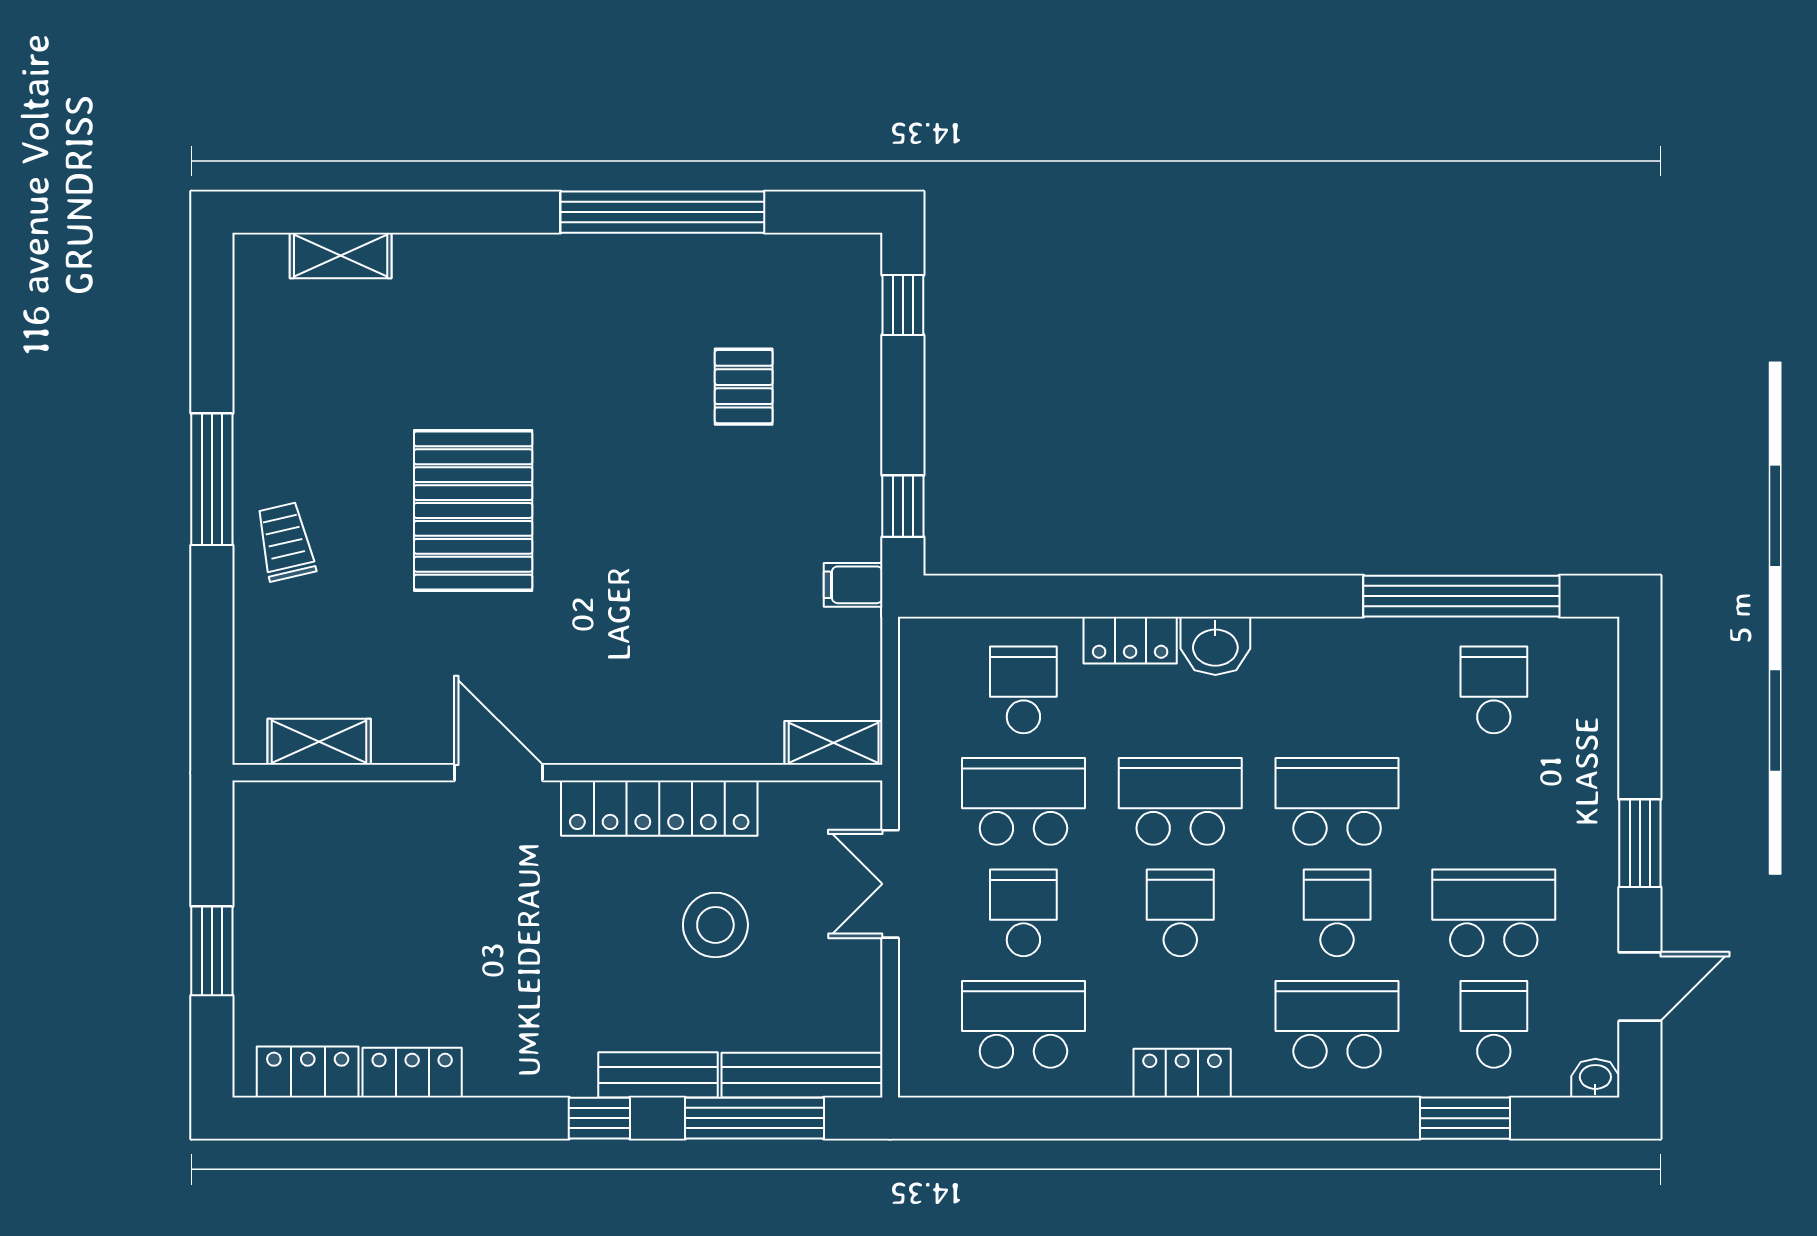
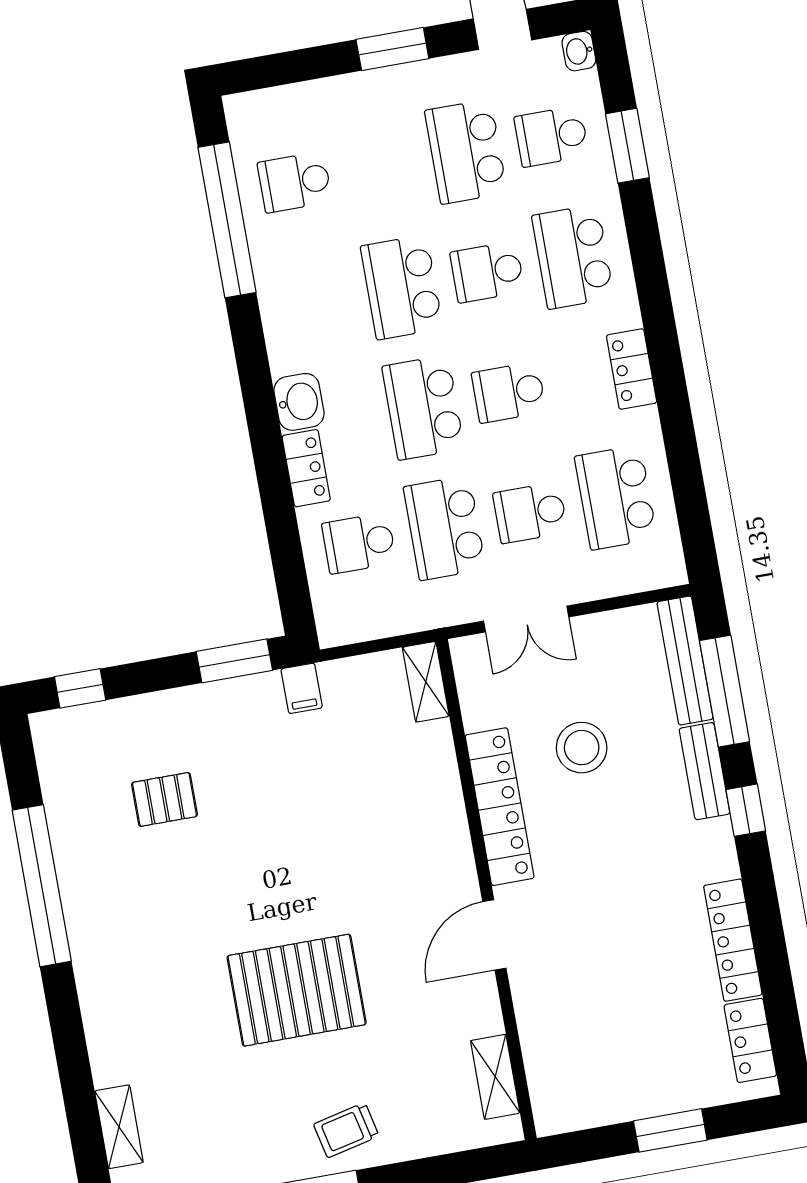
window: (903, 506) -> (234, 661), width x1.50
locker: (412, 1073) -> (733, 940), width x1.53

